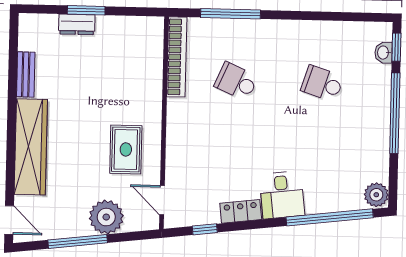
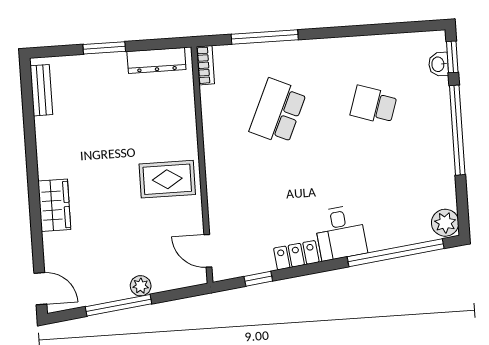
dresser: (77, 24) -> (156, 60), moved, width x1.44
bookcase: (177, 57) -> (205, 65), width x0.43, depth x0.76
bench: (26, 74) -> (41, 90), moved
school desk: (236, 81) -> (278, 111), width x1.85
wardrobe: (31, 147) -> (54, 205), width x0.48, depth x0.85
rug: (126, 149) -> (167, 179), moved, turned 90
plant: (106, 217) -> (141, 286), width x0.53, depth x0.53

